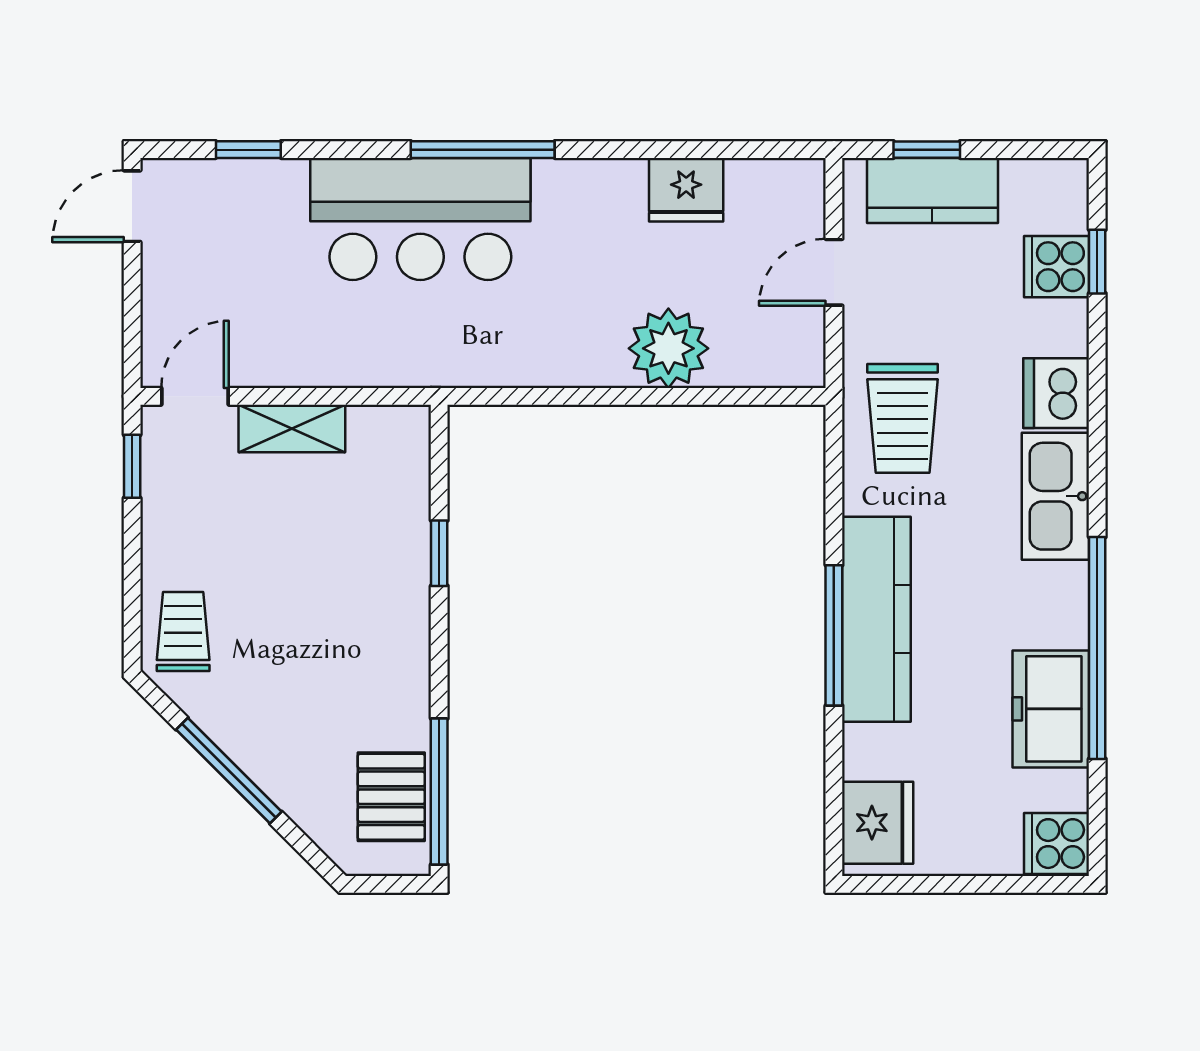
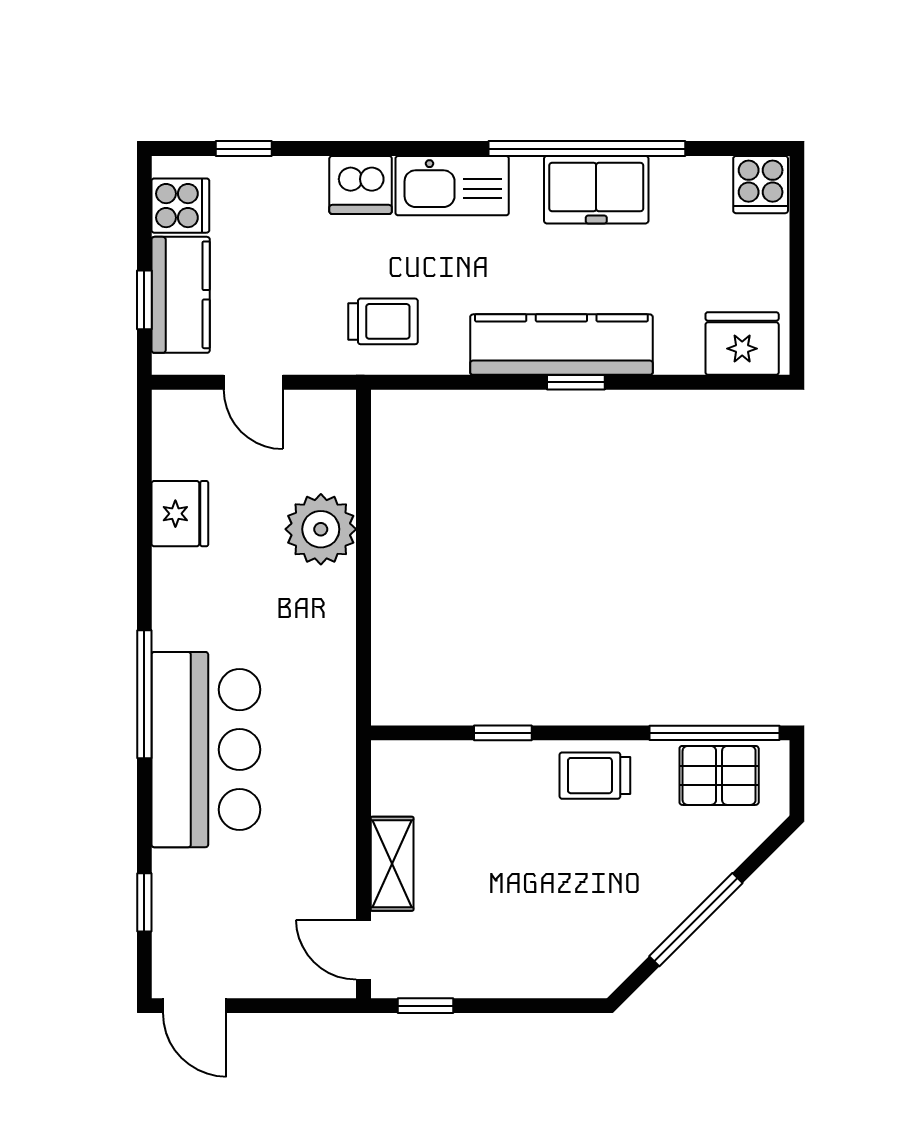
cooker: (1057, 267) -> (180, 206), moved, turned -90
trolley: (903, 418) -> (383, 321), width x0.73, depth x0.72
trolley: (183, 632) -> (595, 776), moved
window: (834, 635) -> (576, 382), width x0.46
freezer: (1051, 709) -> (596, 190), moved

